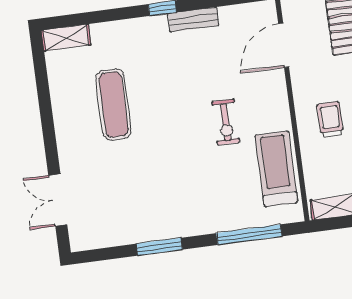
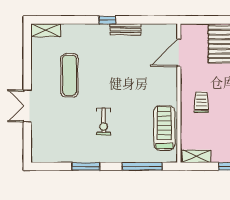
exercise bike: (226, 122) -> (104, 122), moved
double door: (58, 200) -> (27, 106), moved

